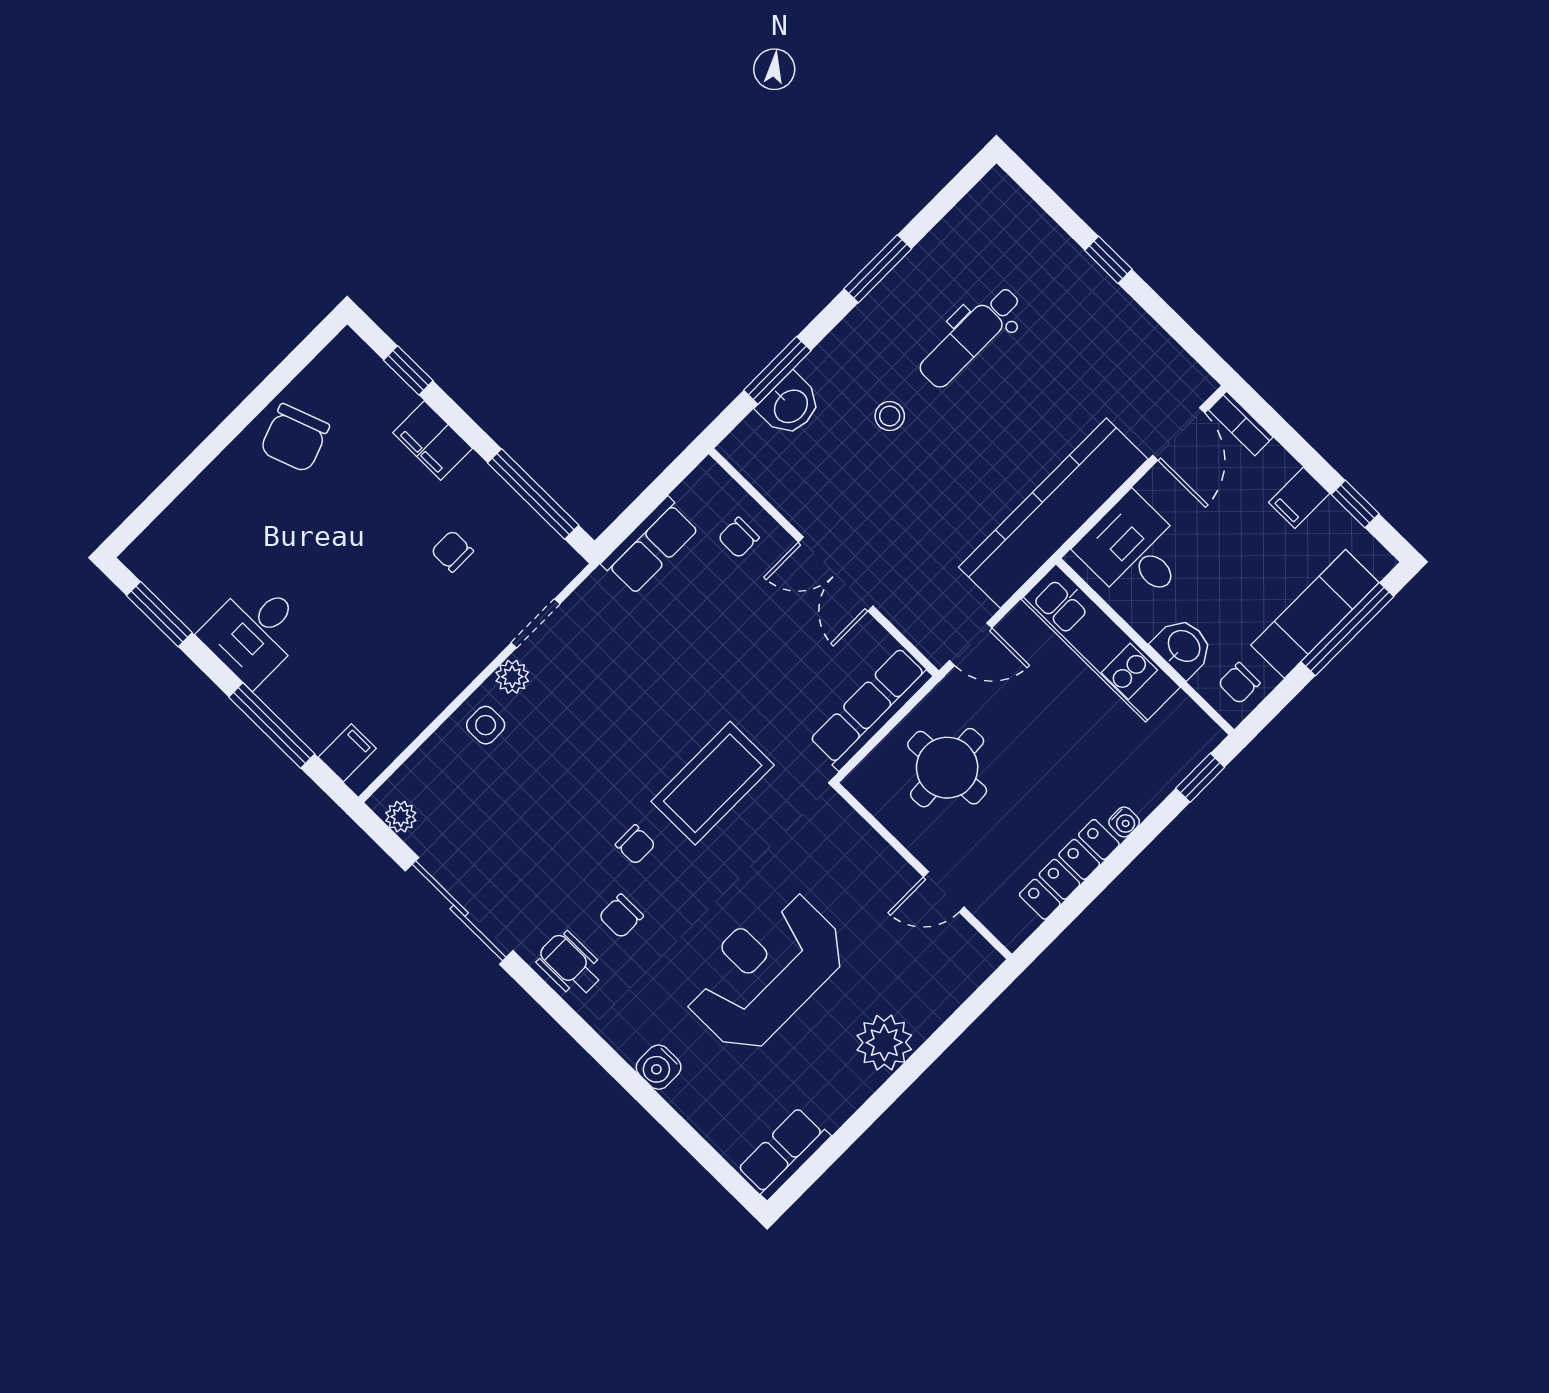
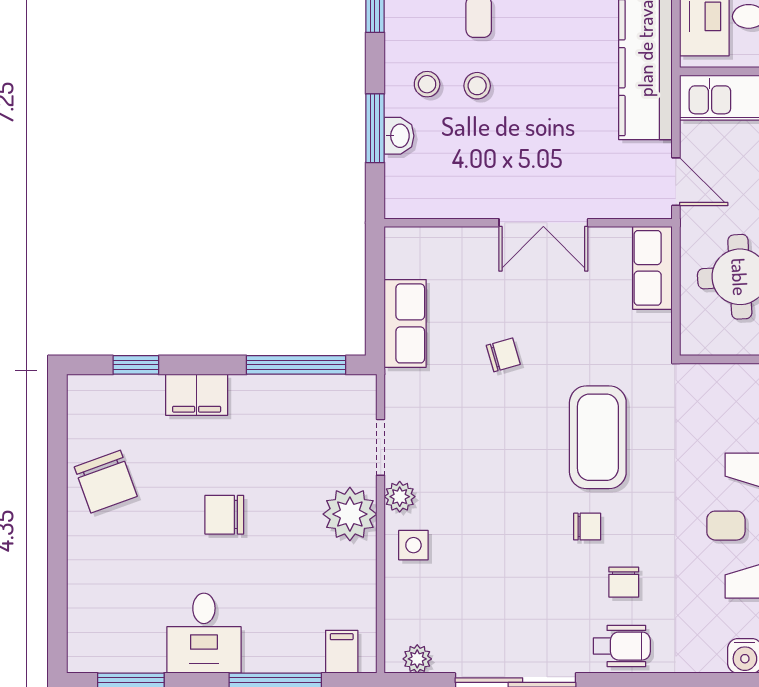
stool: (852, 376) -> (427, 84), added
washbasin: (790, 405) -> (399, 136), width x0.72, depth x0.69
chair: (739, 538) -> (503, 355), moved, turned -106
chair: (452, 551) -> (224, 515), moved, width x1.37, depth x1.37
door: (971, 644) -> (676, 182), hinge flipped
plant: (460, 652) -> (350, 514), added
row of seats: (871, 709) -> (652, 268), width x0.68
wheelchair: (570, 965) -> (622, 646), turned 180

